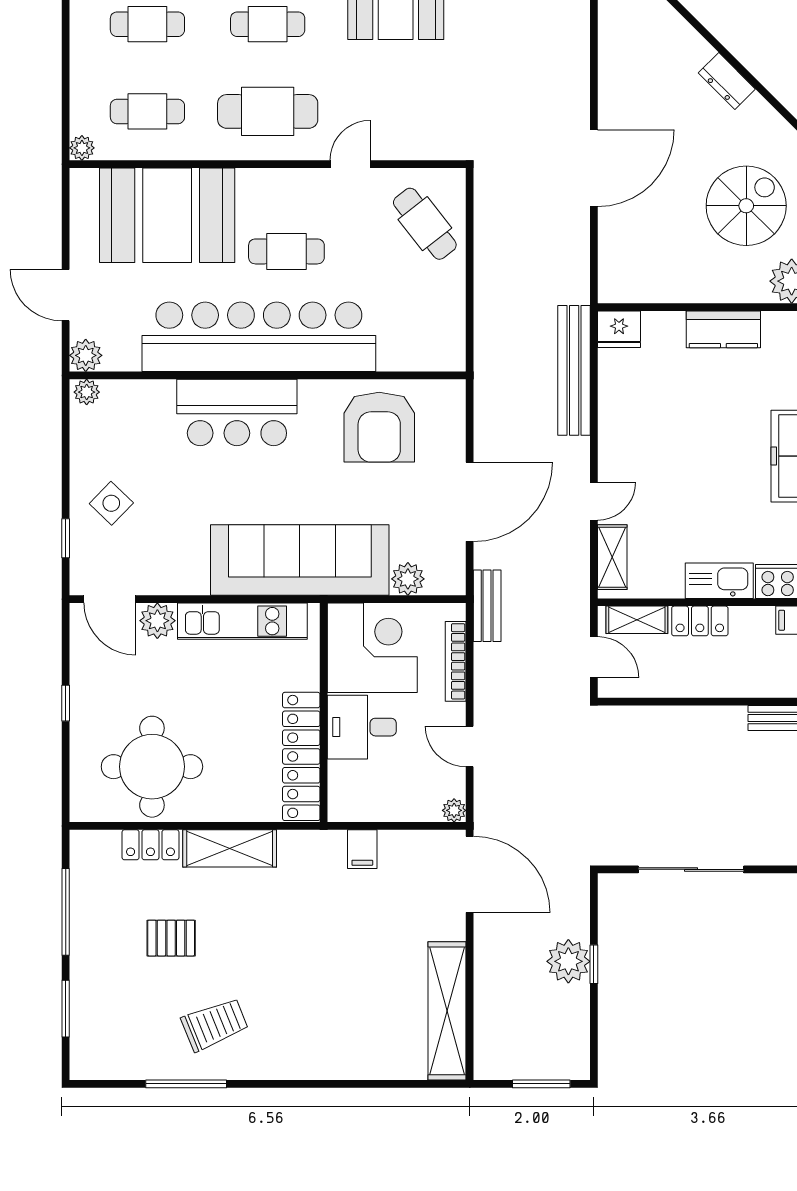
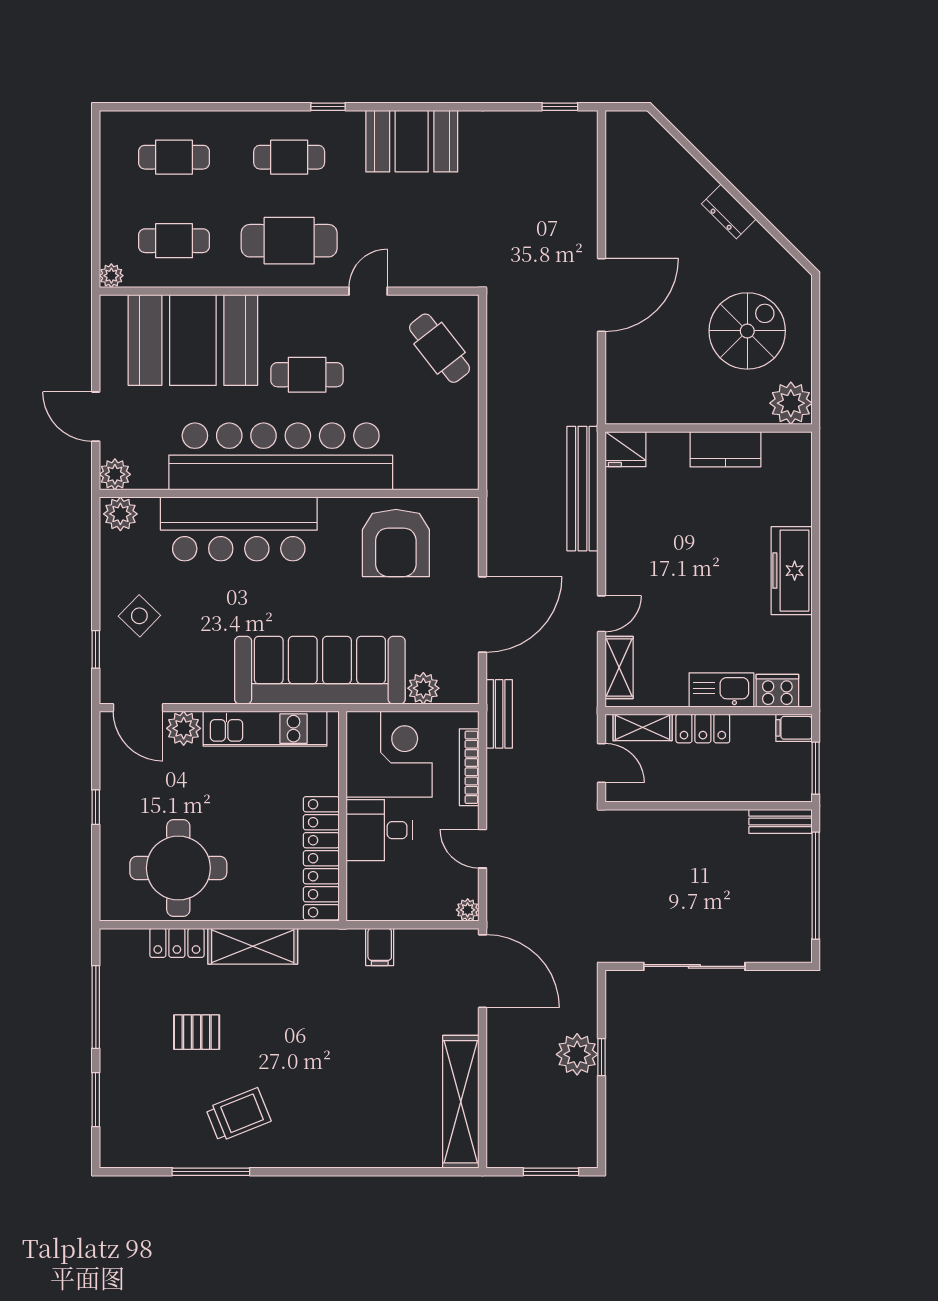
plant: (87, 392) -> (120, 514), width x1.38, depth x1.38
bar counter: (237, 413) -> (239, 529), width x1.36

